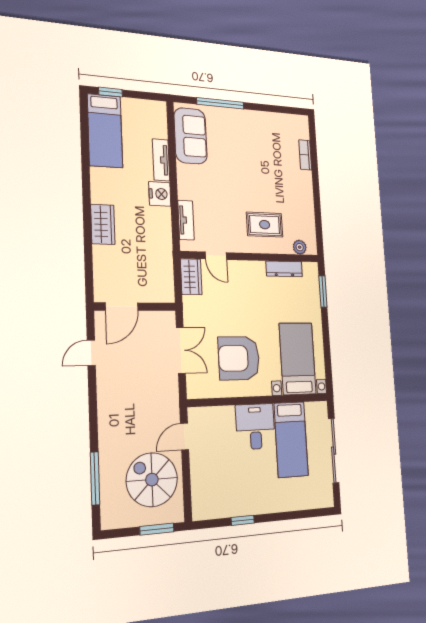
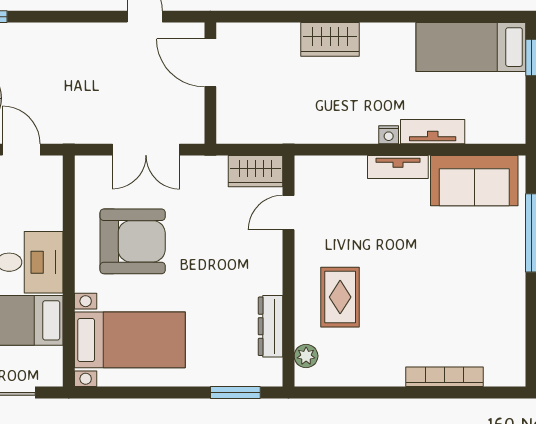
bookcase: (305, 155) -> (445, 377), width x1.56
nightstand: (160, 194) -> (389, 135), width x0.53, depth x0.56
tv unit: (186, 220) -> (398, 167), moved
armchair: (239, 358) -> (133, 241), turned 90

